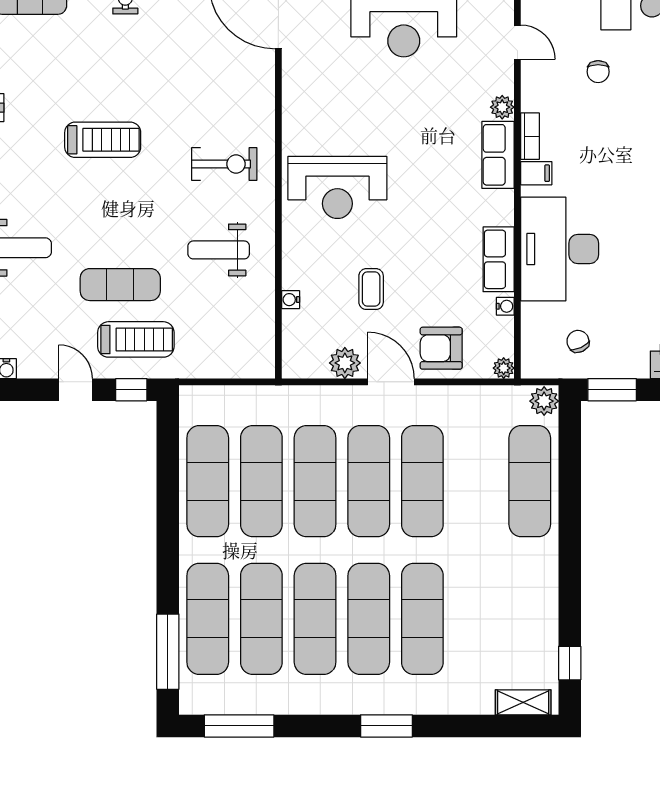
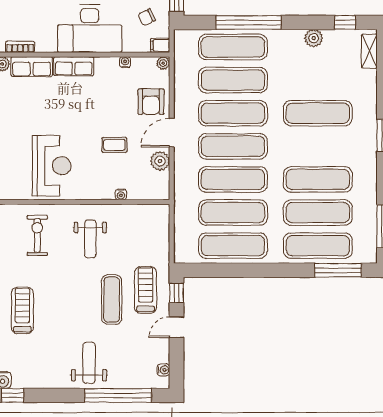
filing cabinet: (536, 173) -> (160, 45), moved, turned -90
row of seats: (499, 259) -> (74, 66), moved
plant: (544, 401) -> (314, 38), moved
window: (570, 507) -> (249, 22), added
exercise mat: (369, 619) -> (233, 80), moved

